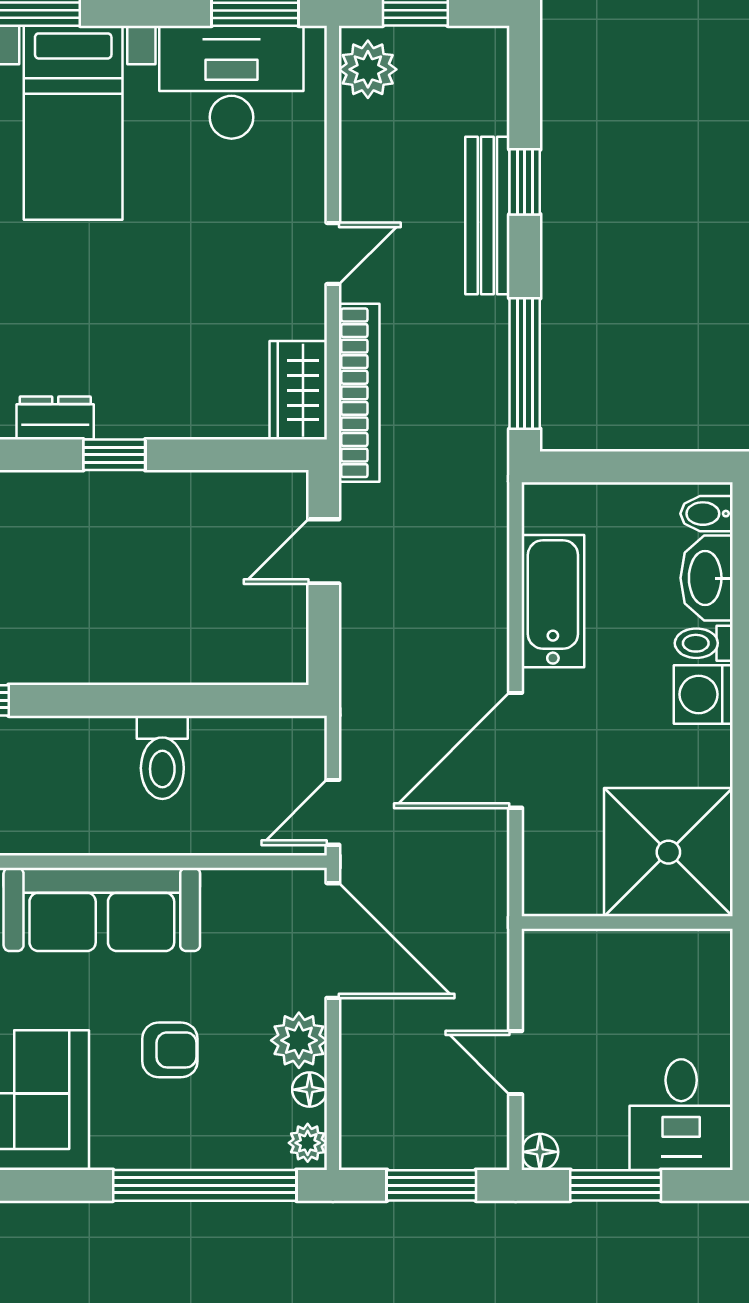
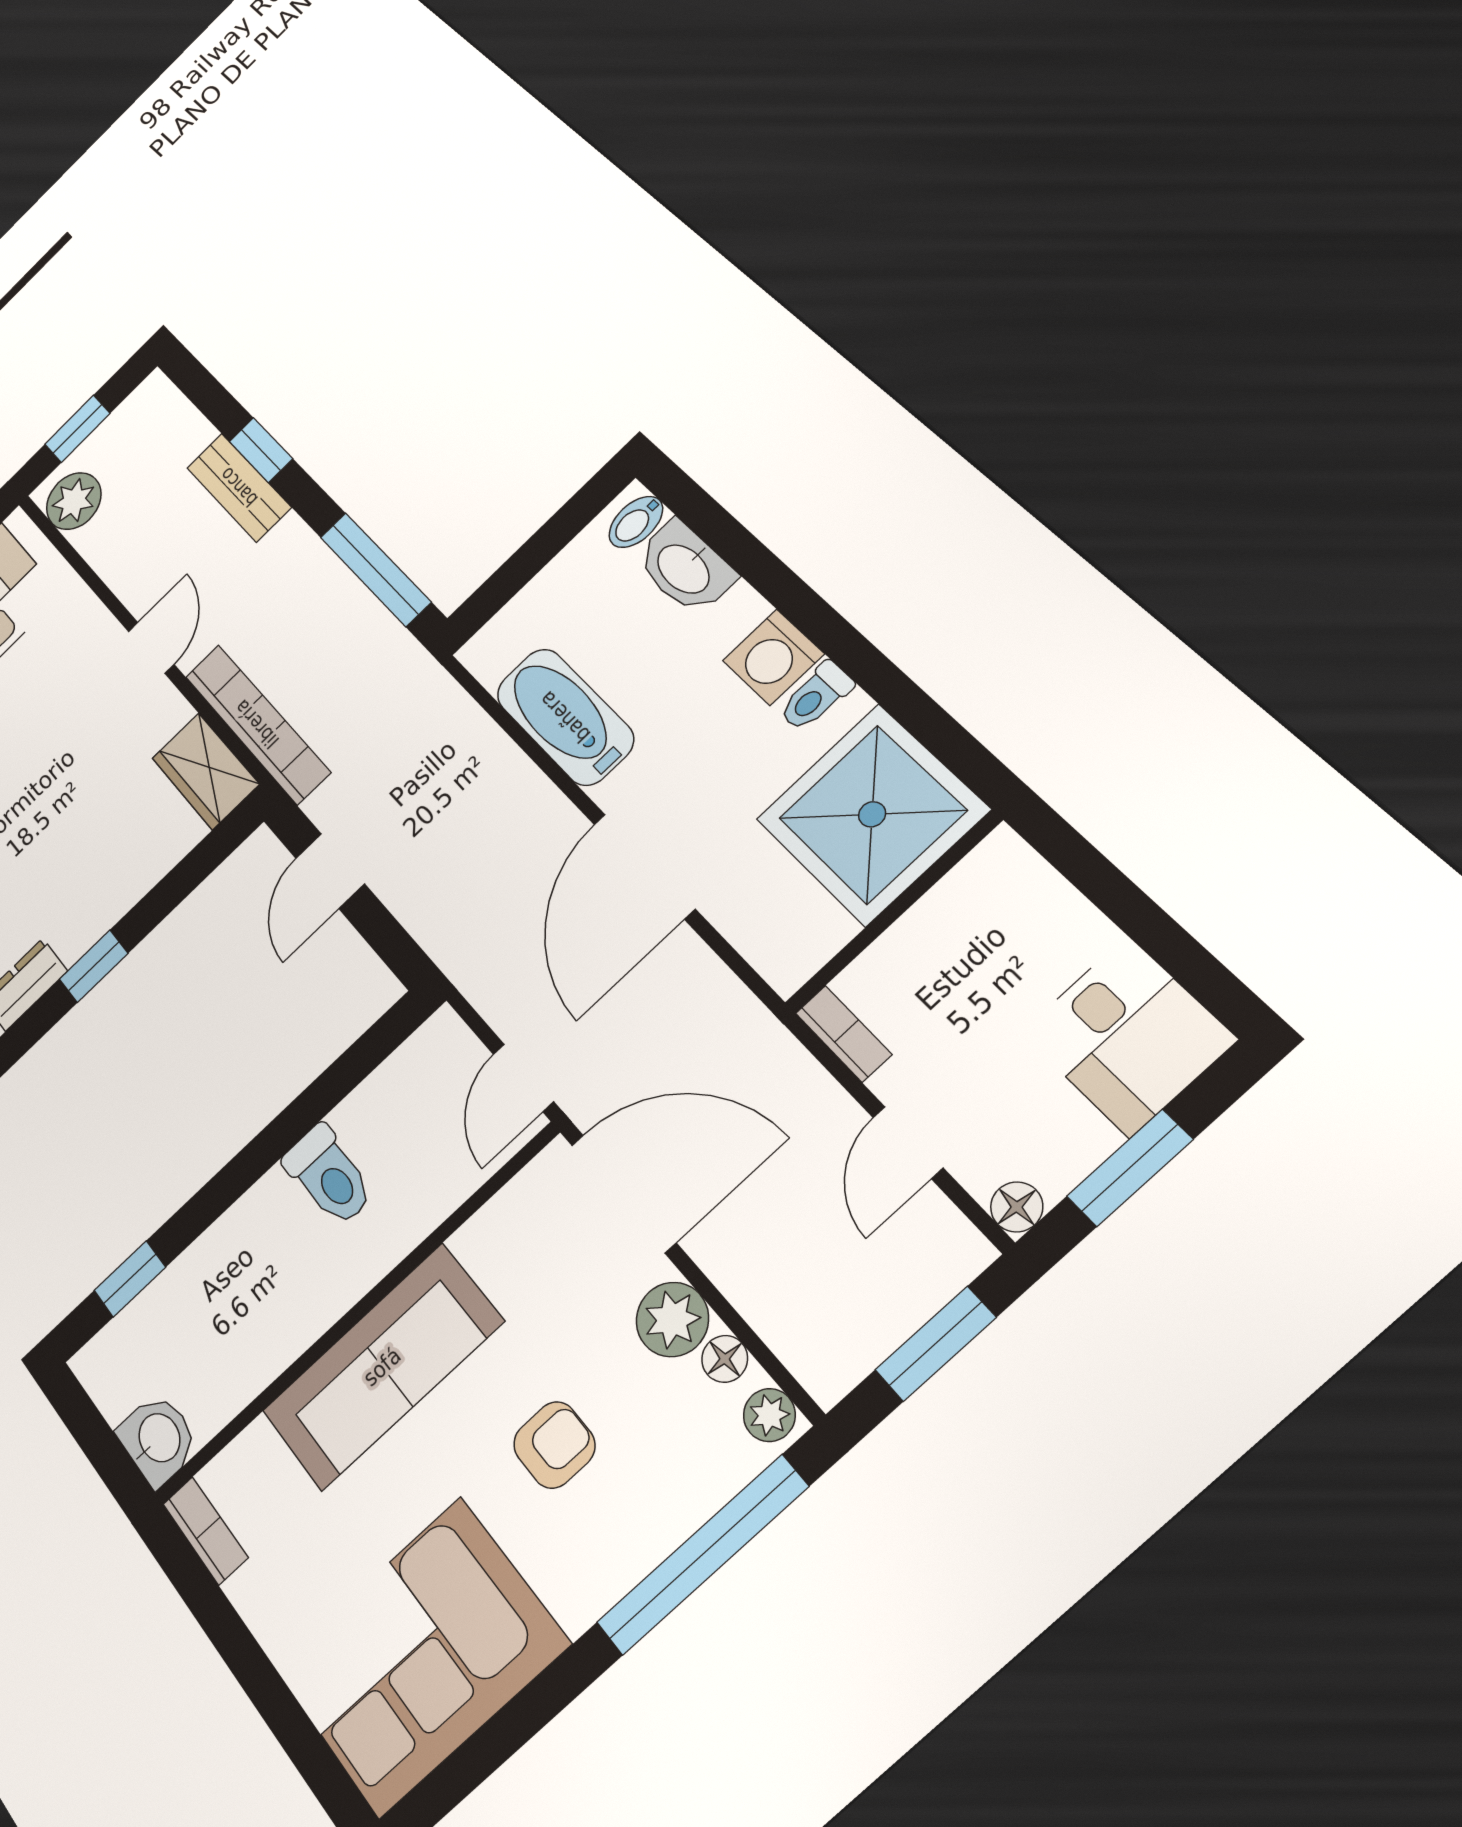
bench: (487, 215) -> (239, 487), width x0.73
toilet: (704, 643) -> (816, 696), moved
bookcase: (537, 967) -> (844, 1034), added
door: (516, 1063) -> (908, 1143), hinge flipped

